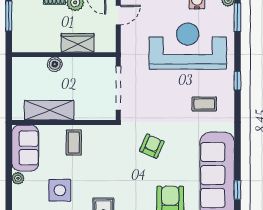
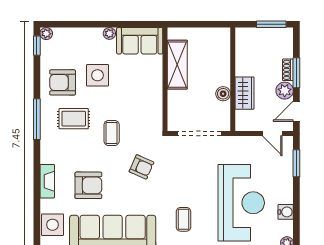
boiler: (55, 64) -> (223, 94), moved
coffee table: (74, 143) -> (112, 133), moved, turned 90

